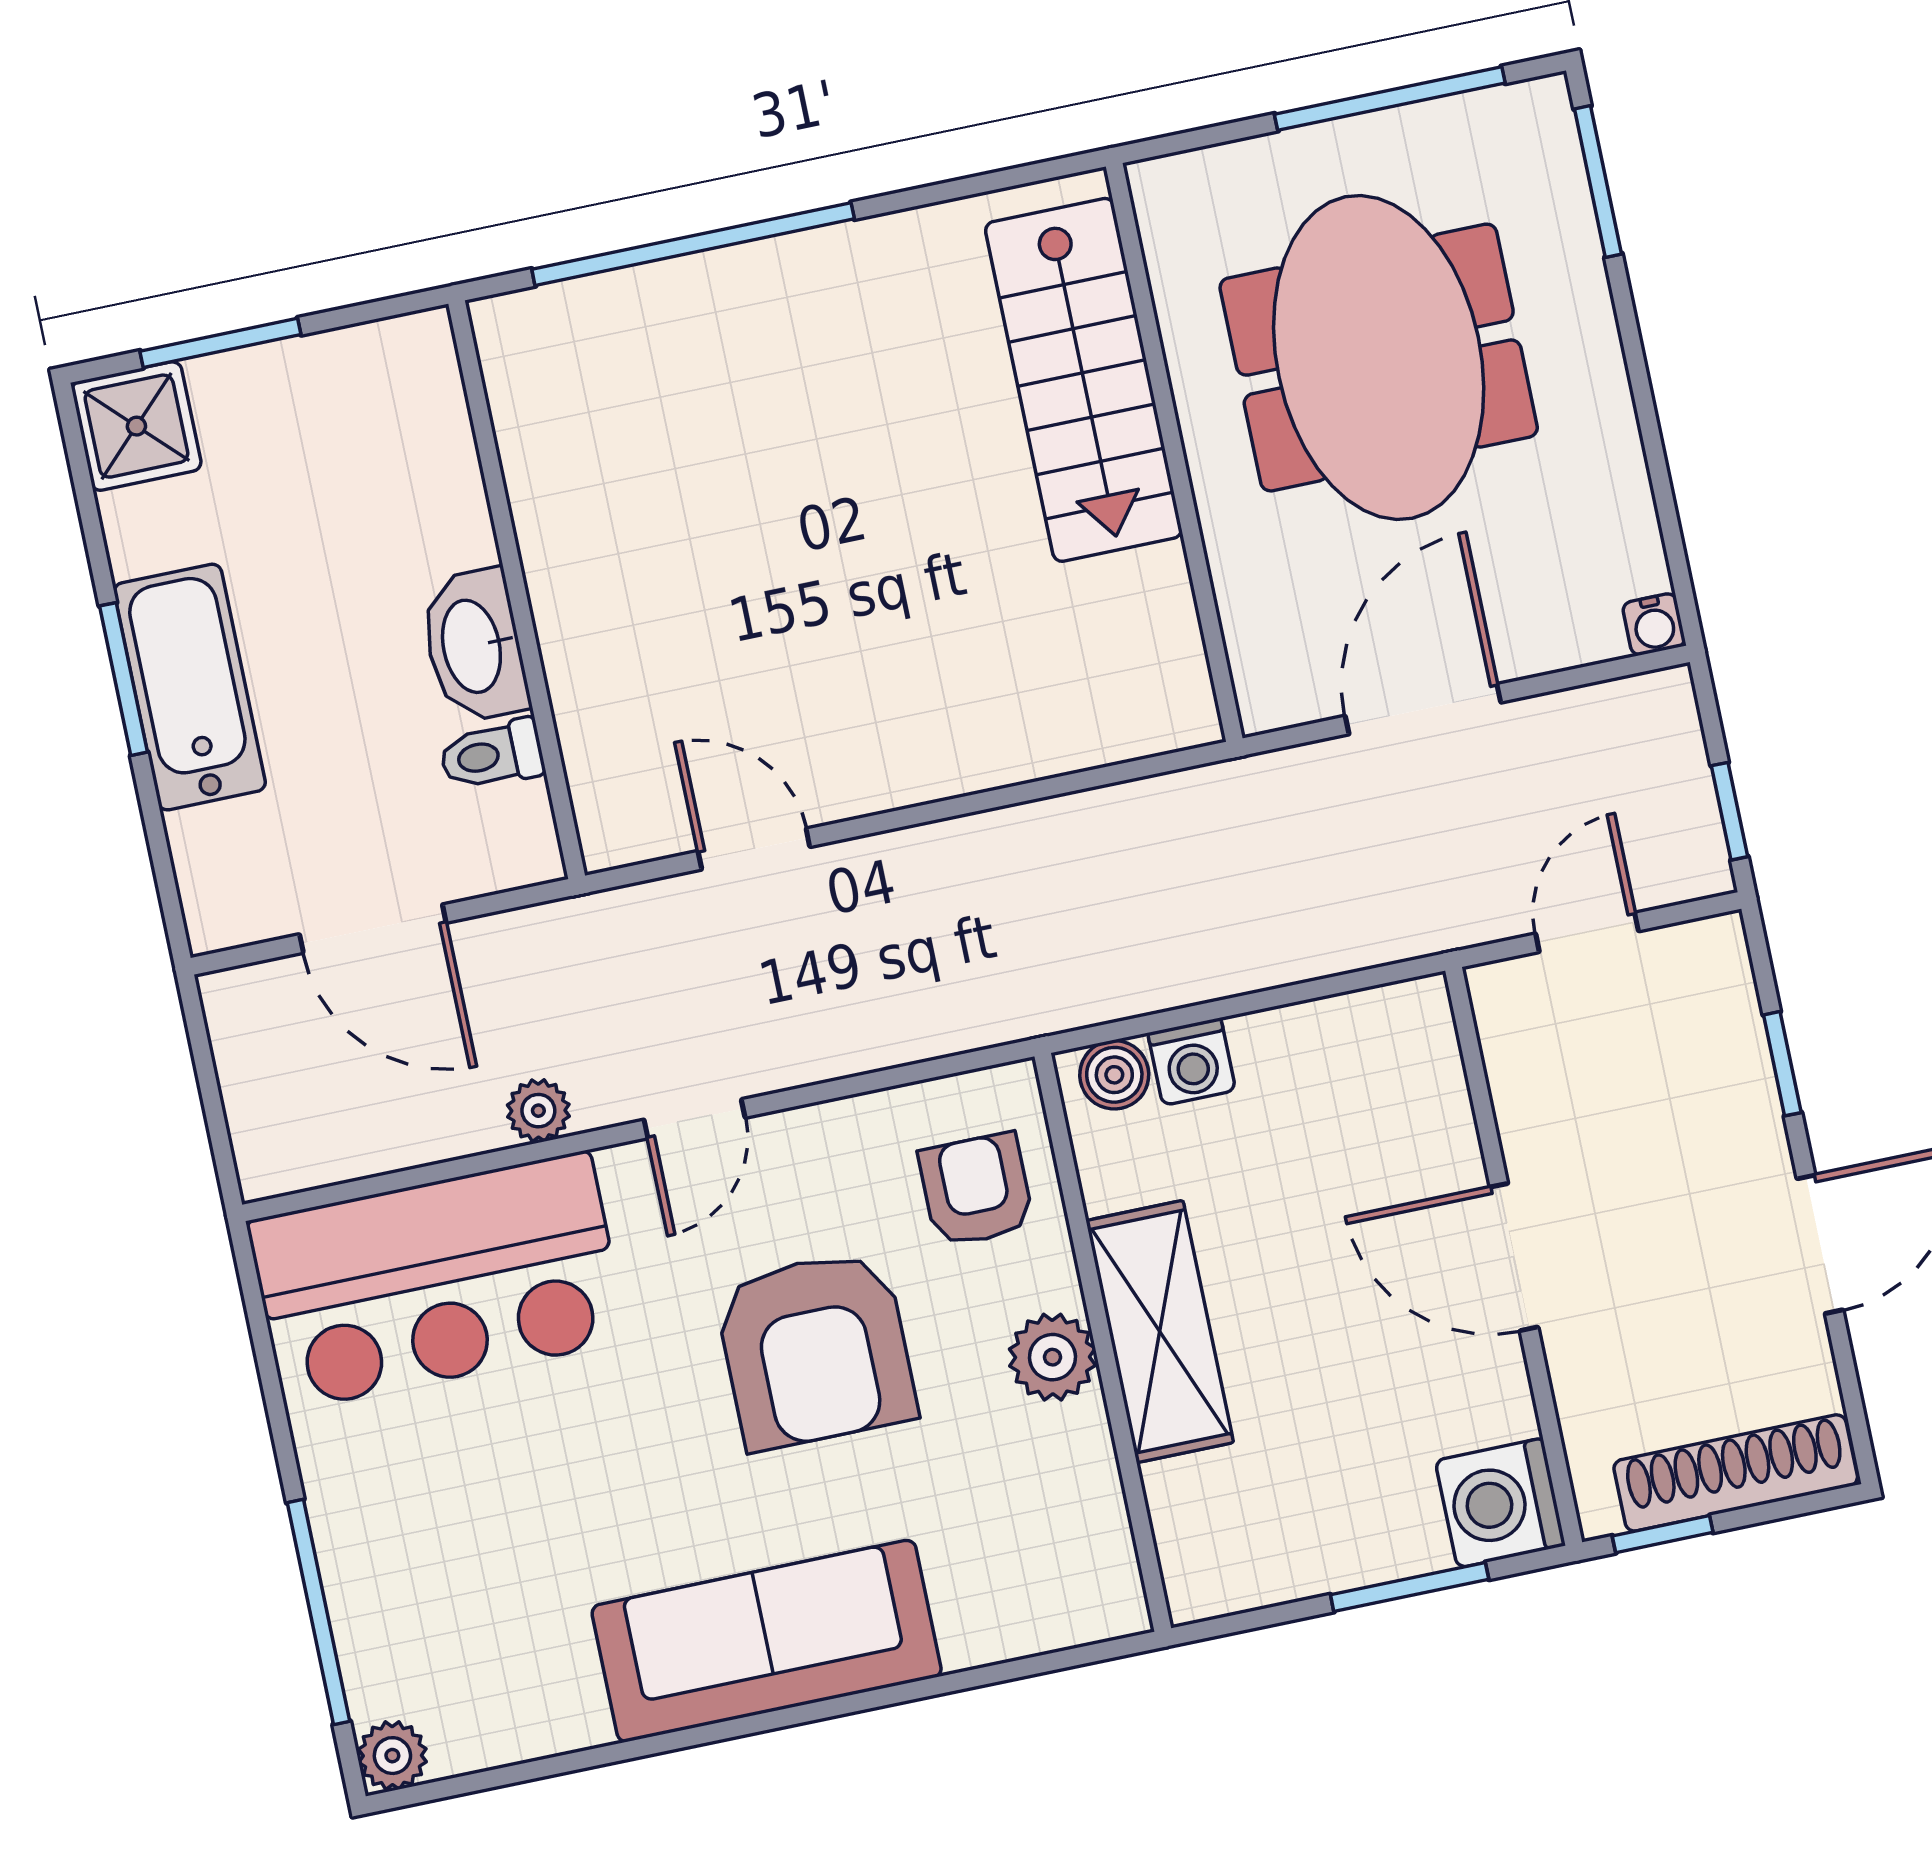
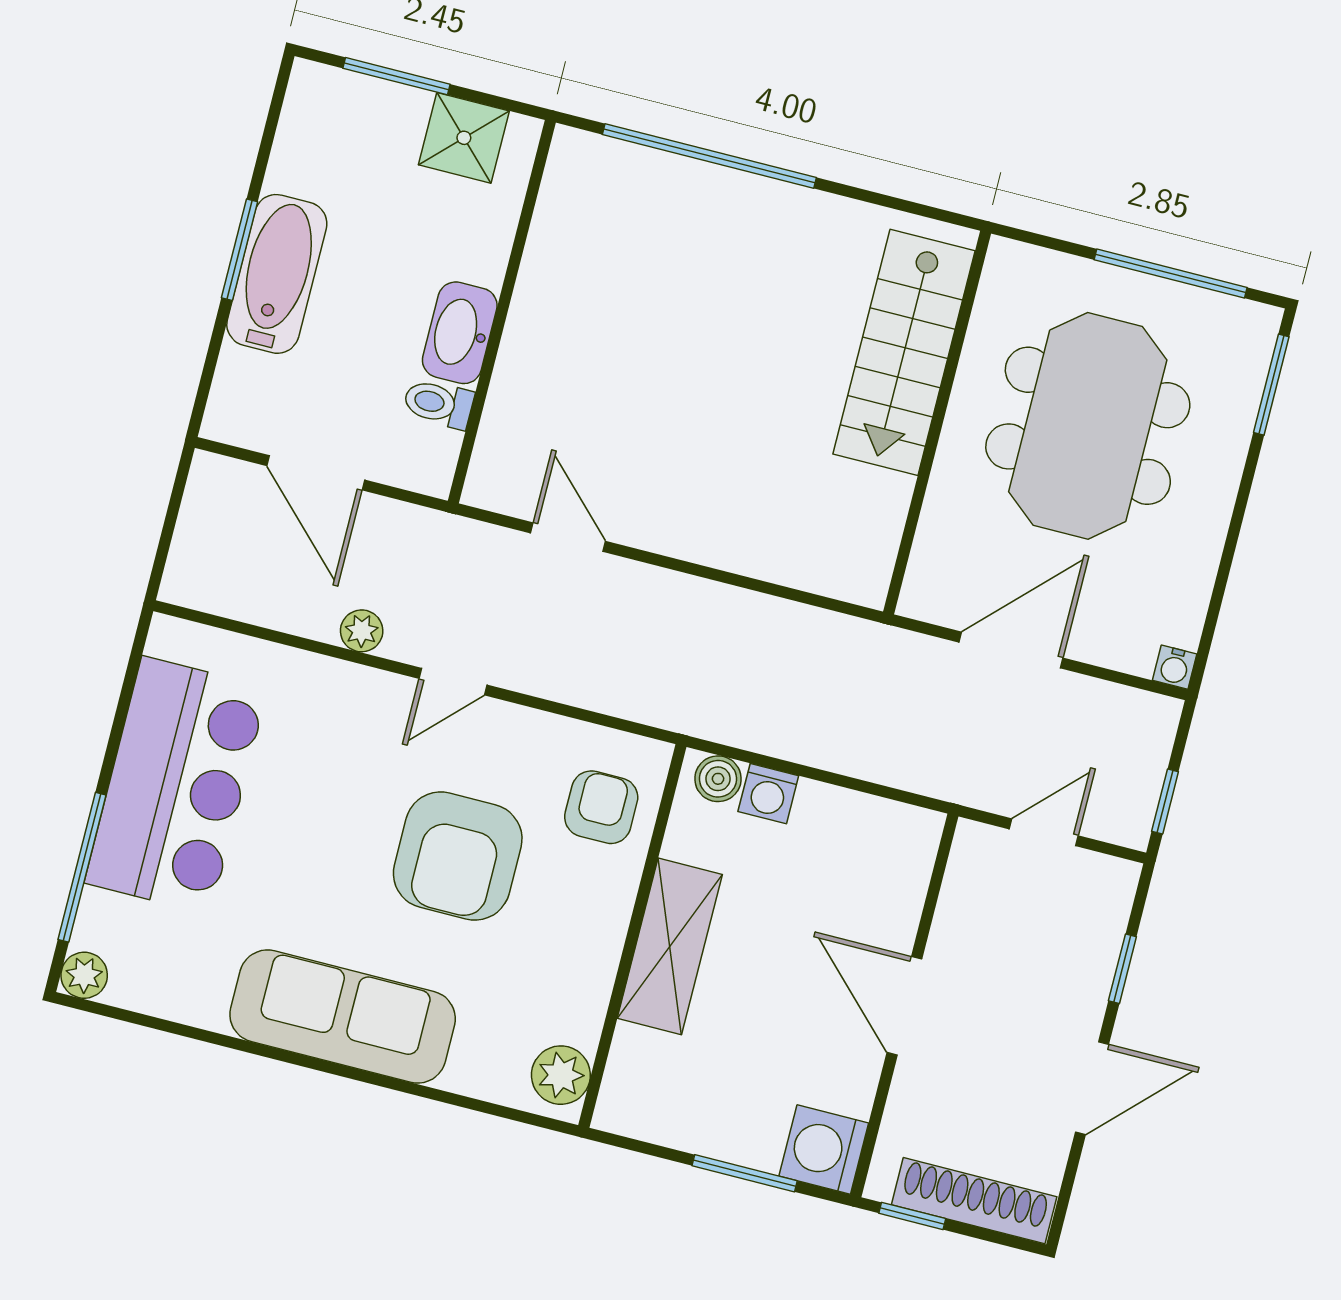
shower: (136, 426) -> (464, 138), moved
bar counter: (438, 1281) -> (176, 785), moved, turned -90
plant: (1053, 1357) -> (561, 1075), moved

